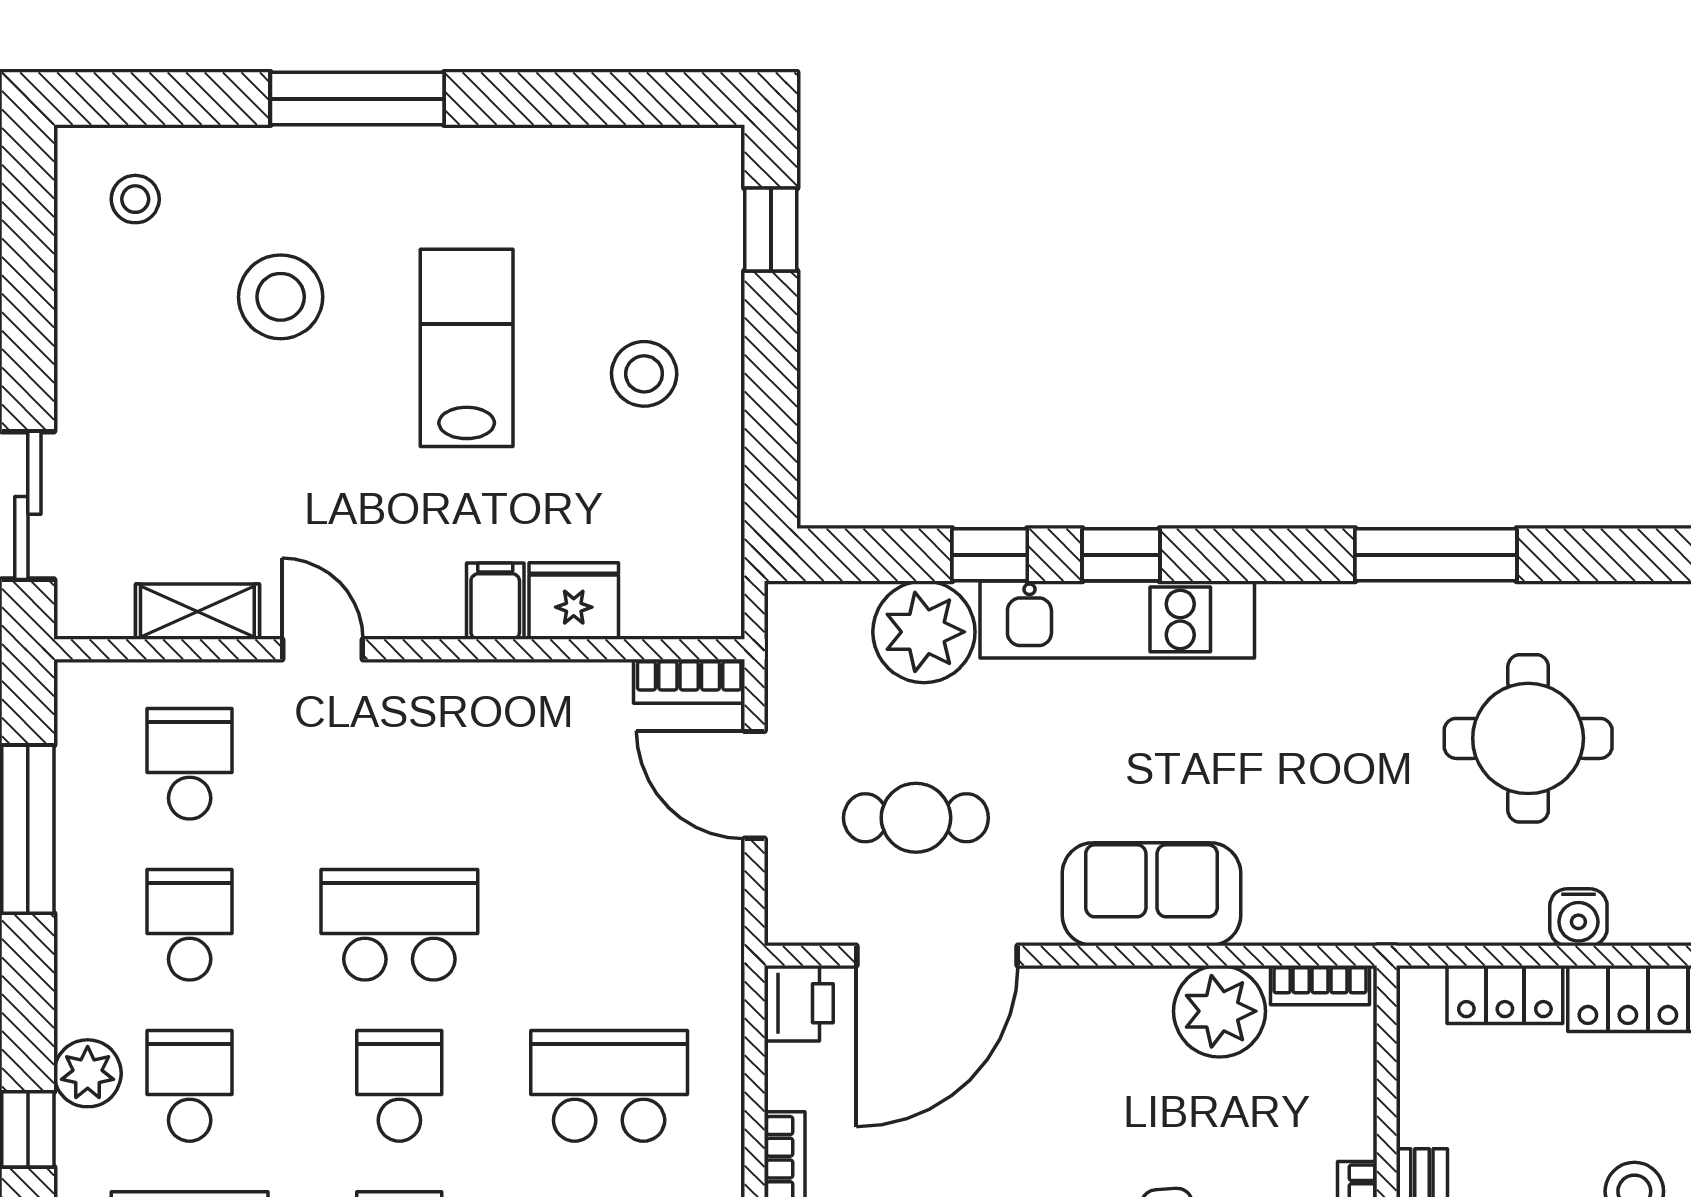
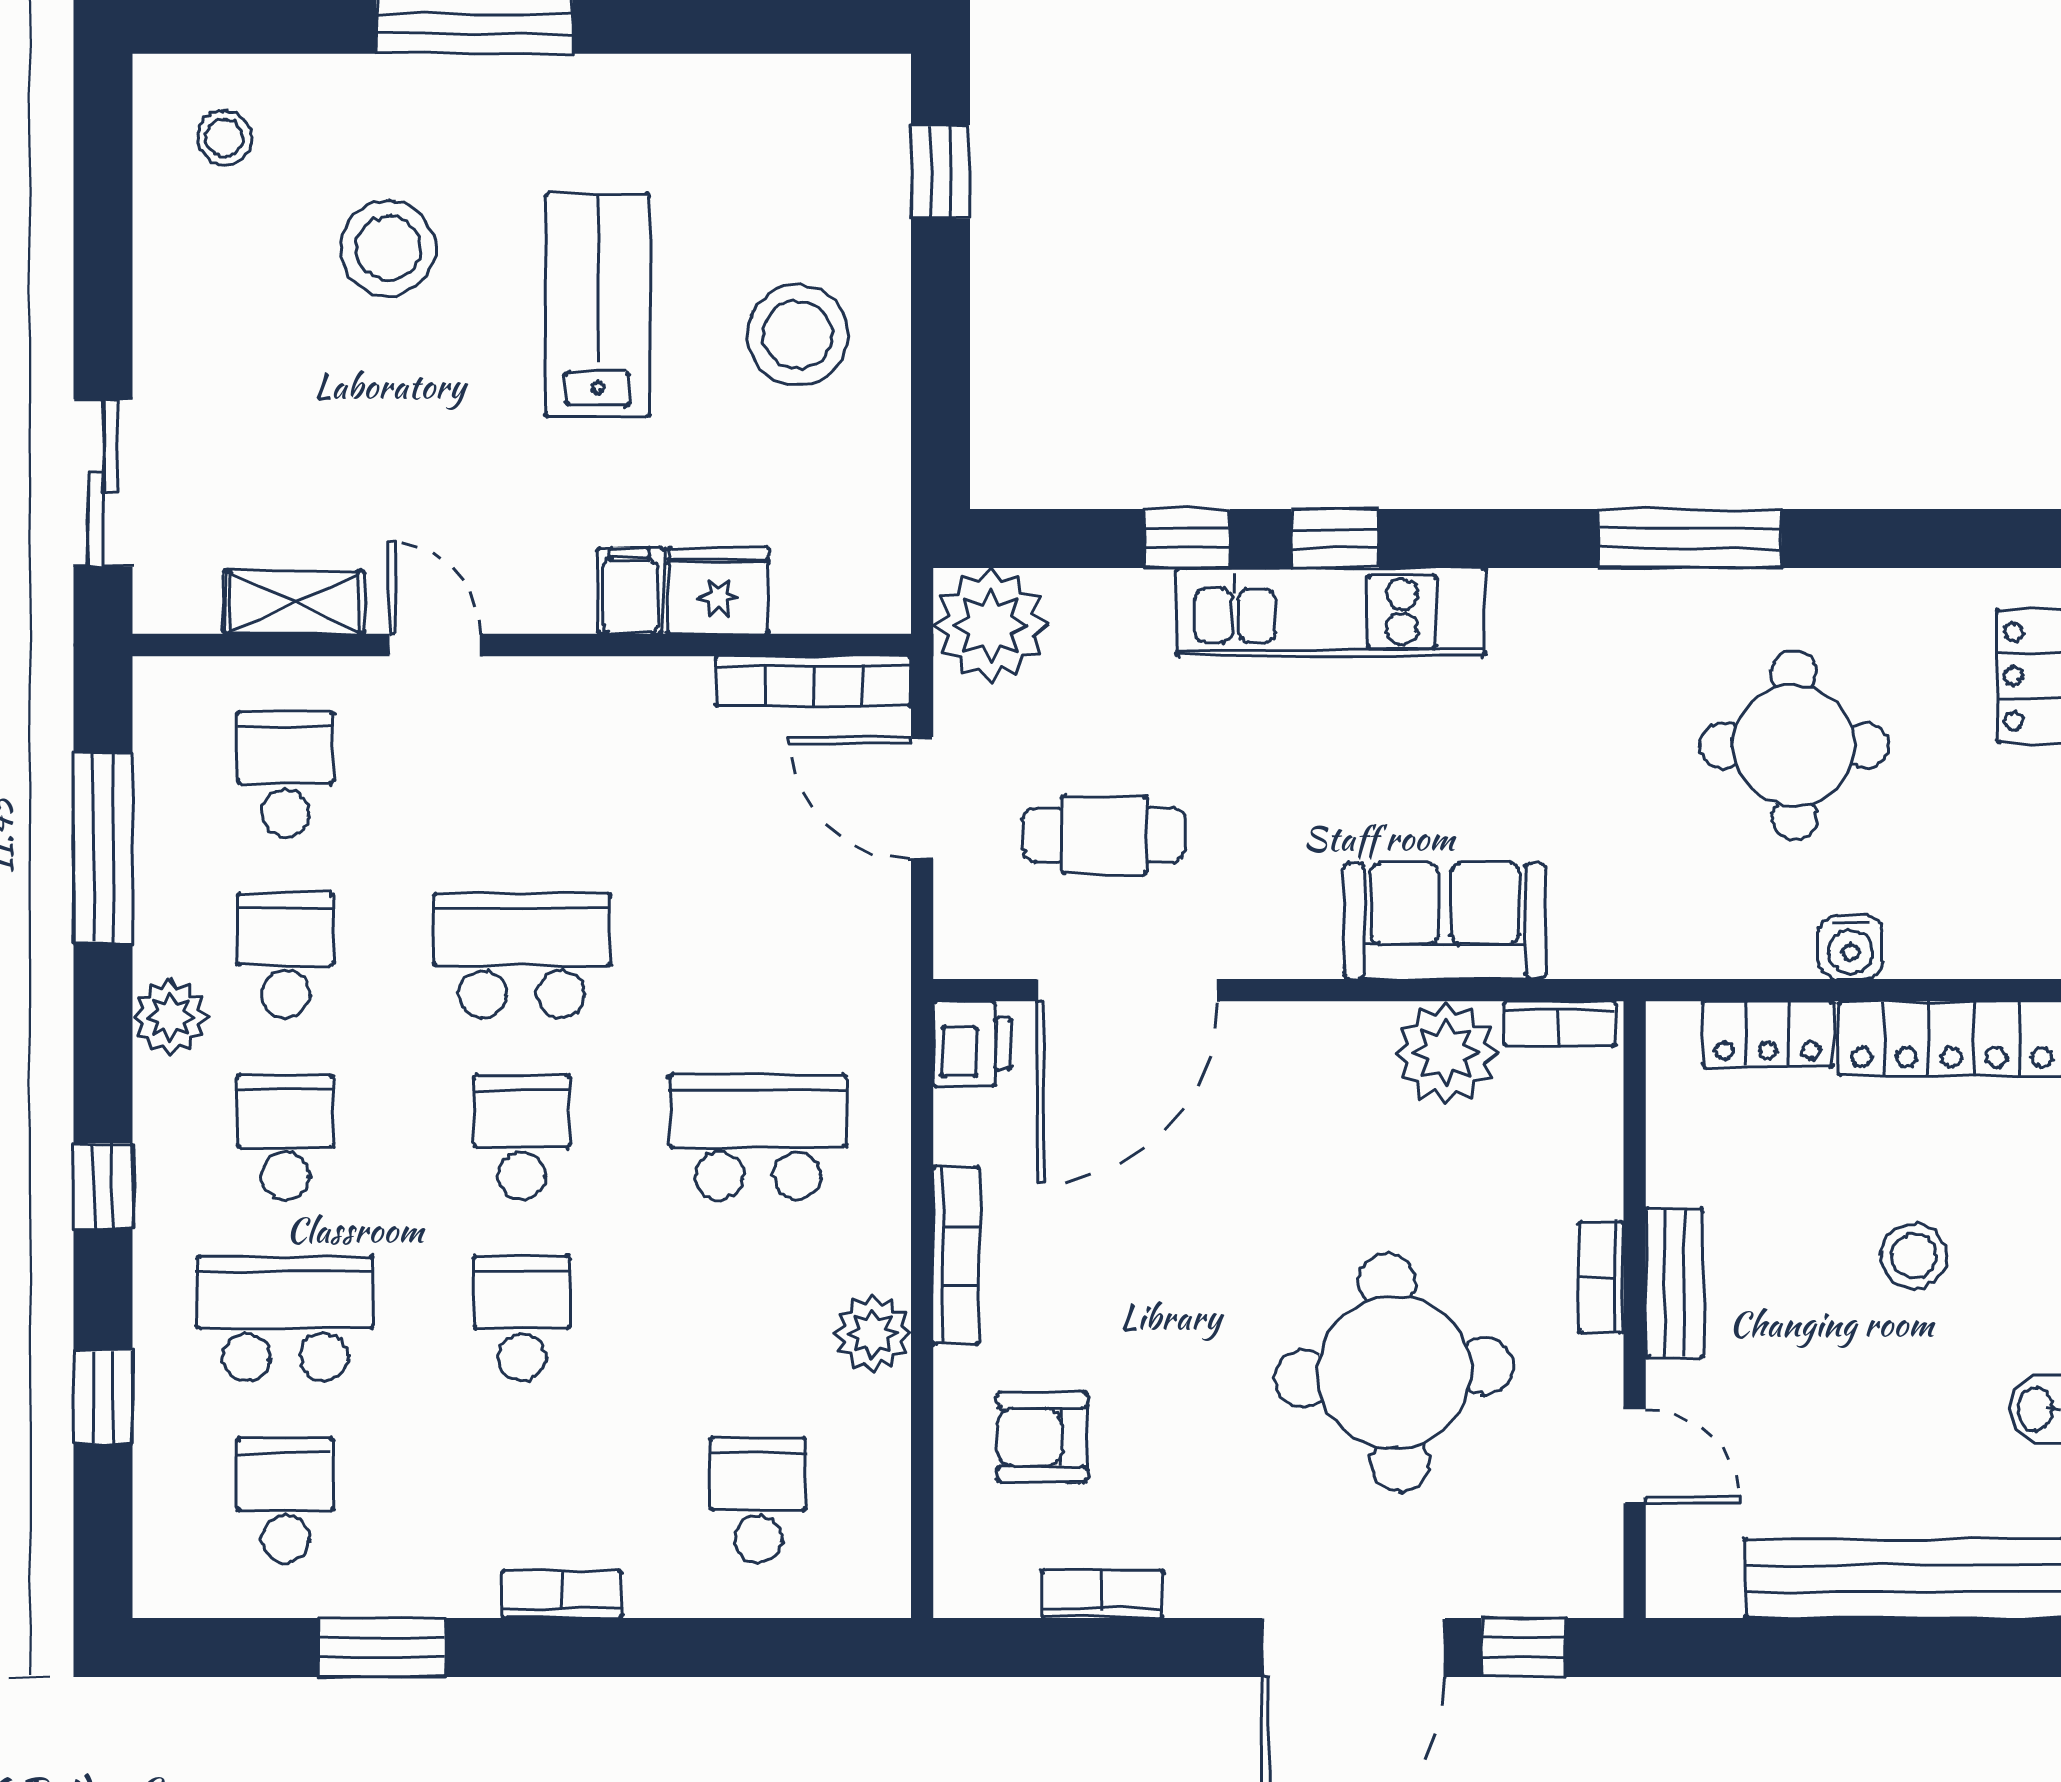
stool: (644, 374) -> (798, 335), width x1.38, depth x1.38
plant: (924, 632) -> (991, 625), moved
bookcase: (689, 681) -> (813, 681), width x1.56
sofa: (1152, 894) -> (1445, 921), moved
plant: (88, 1073) -> (170, 1017), moved

